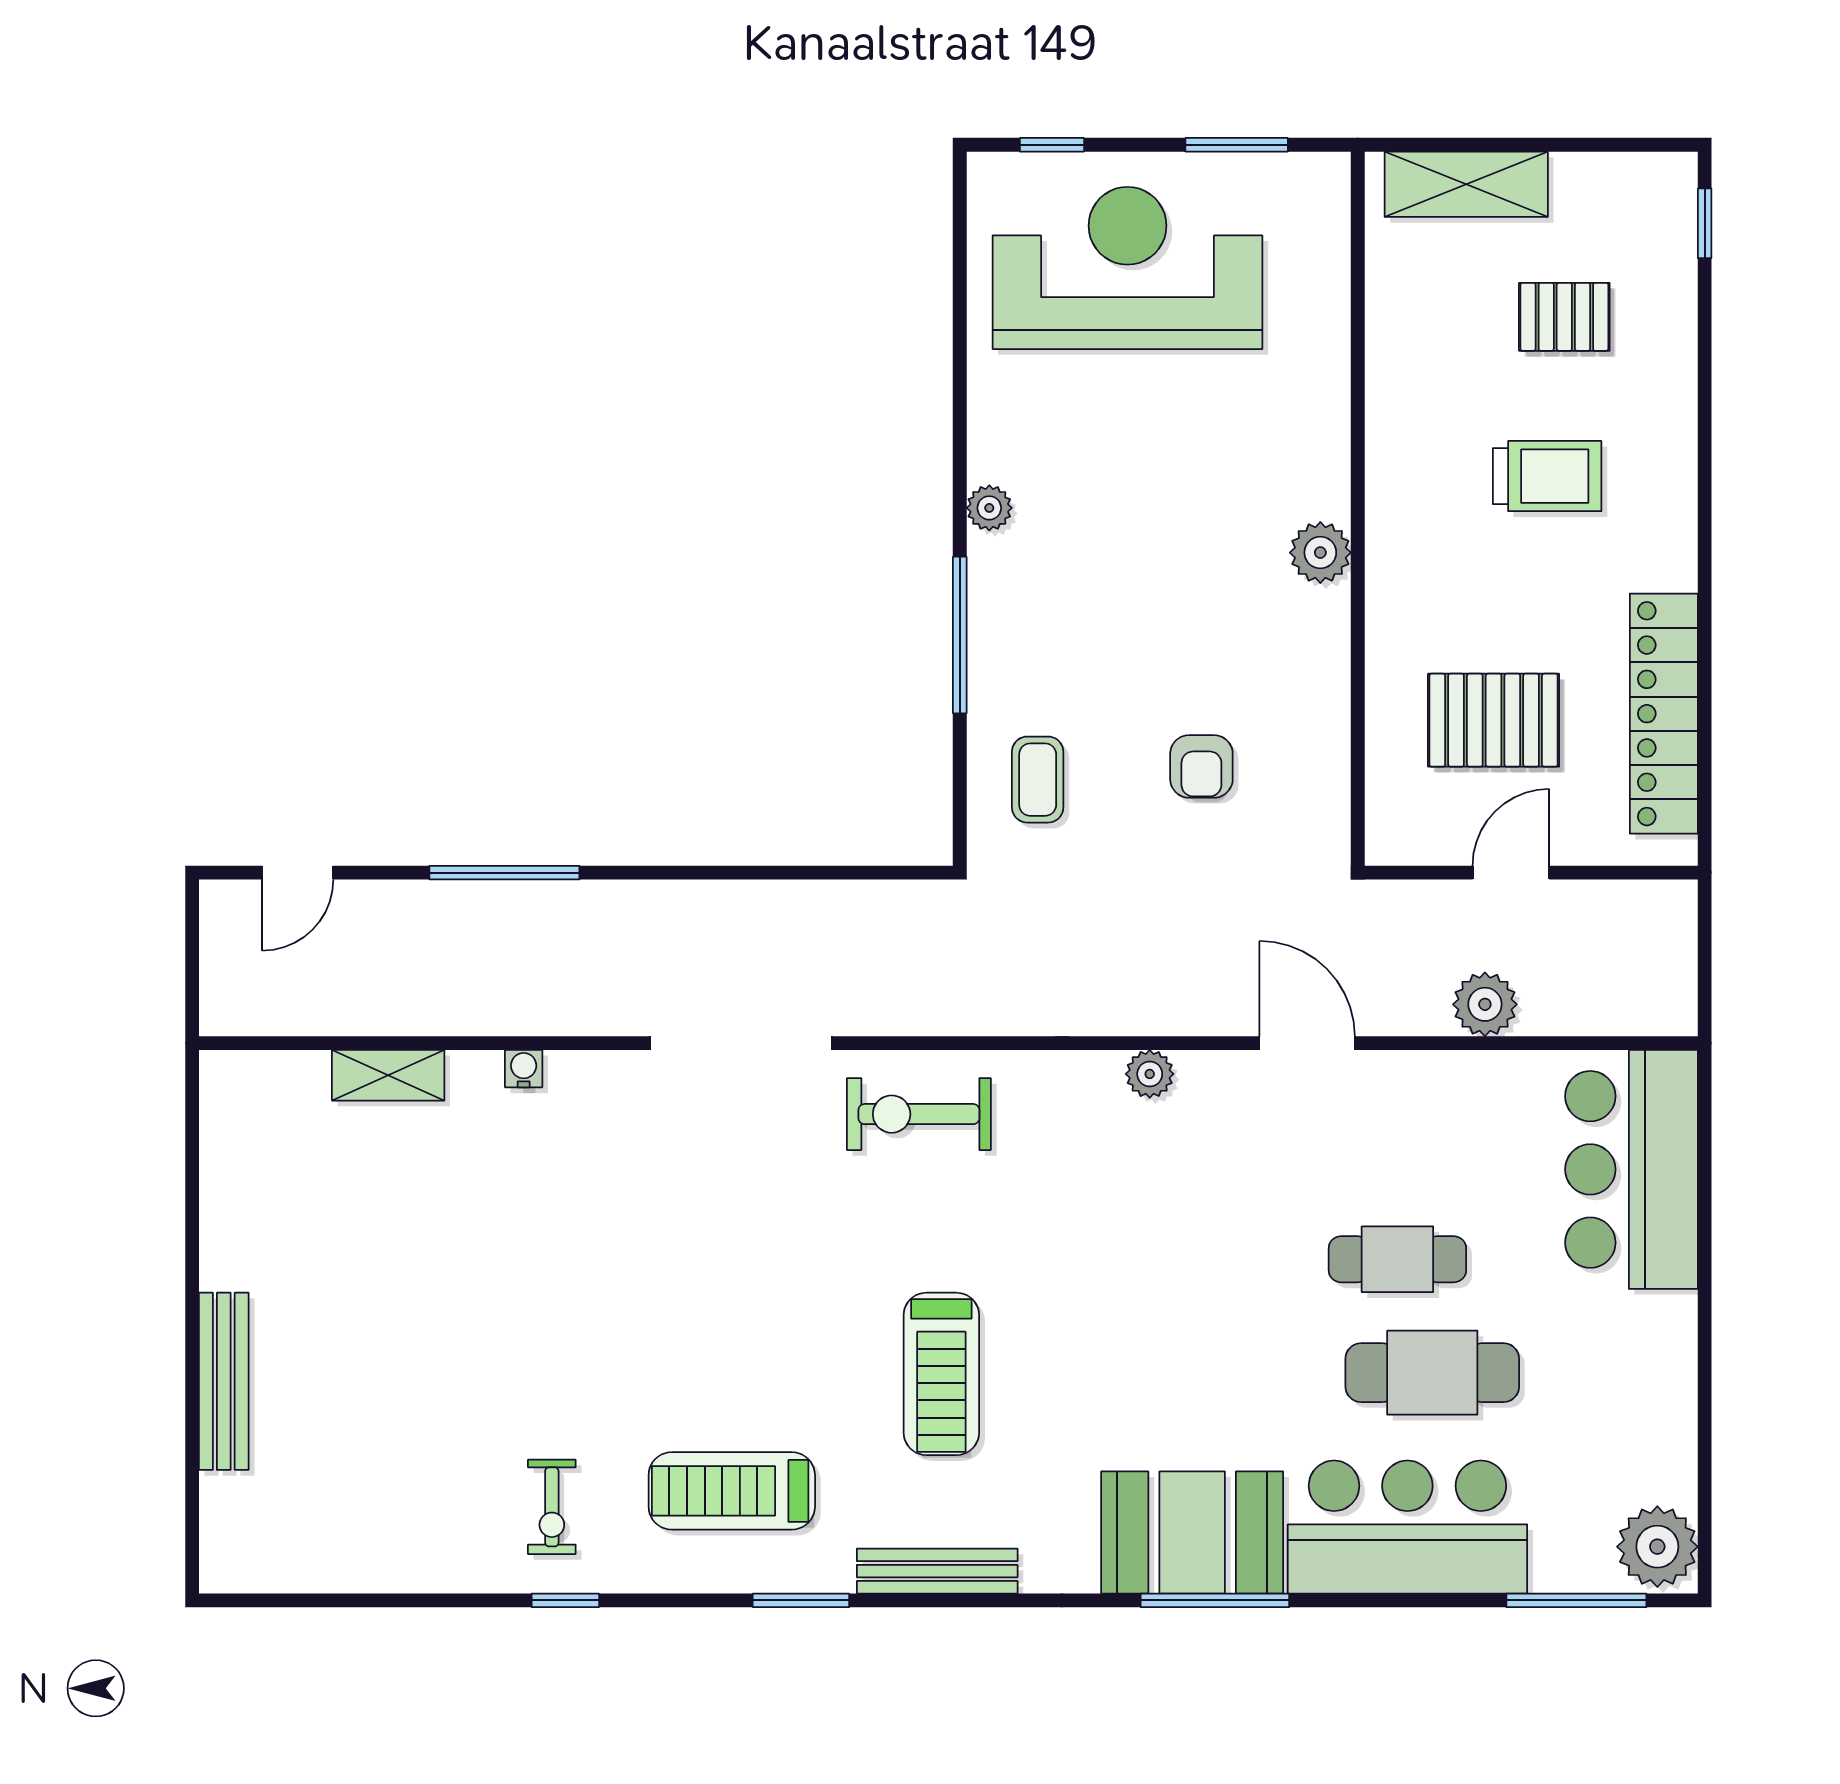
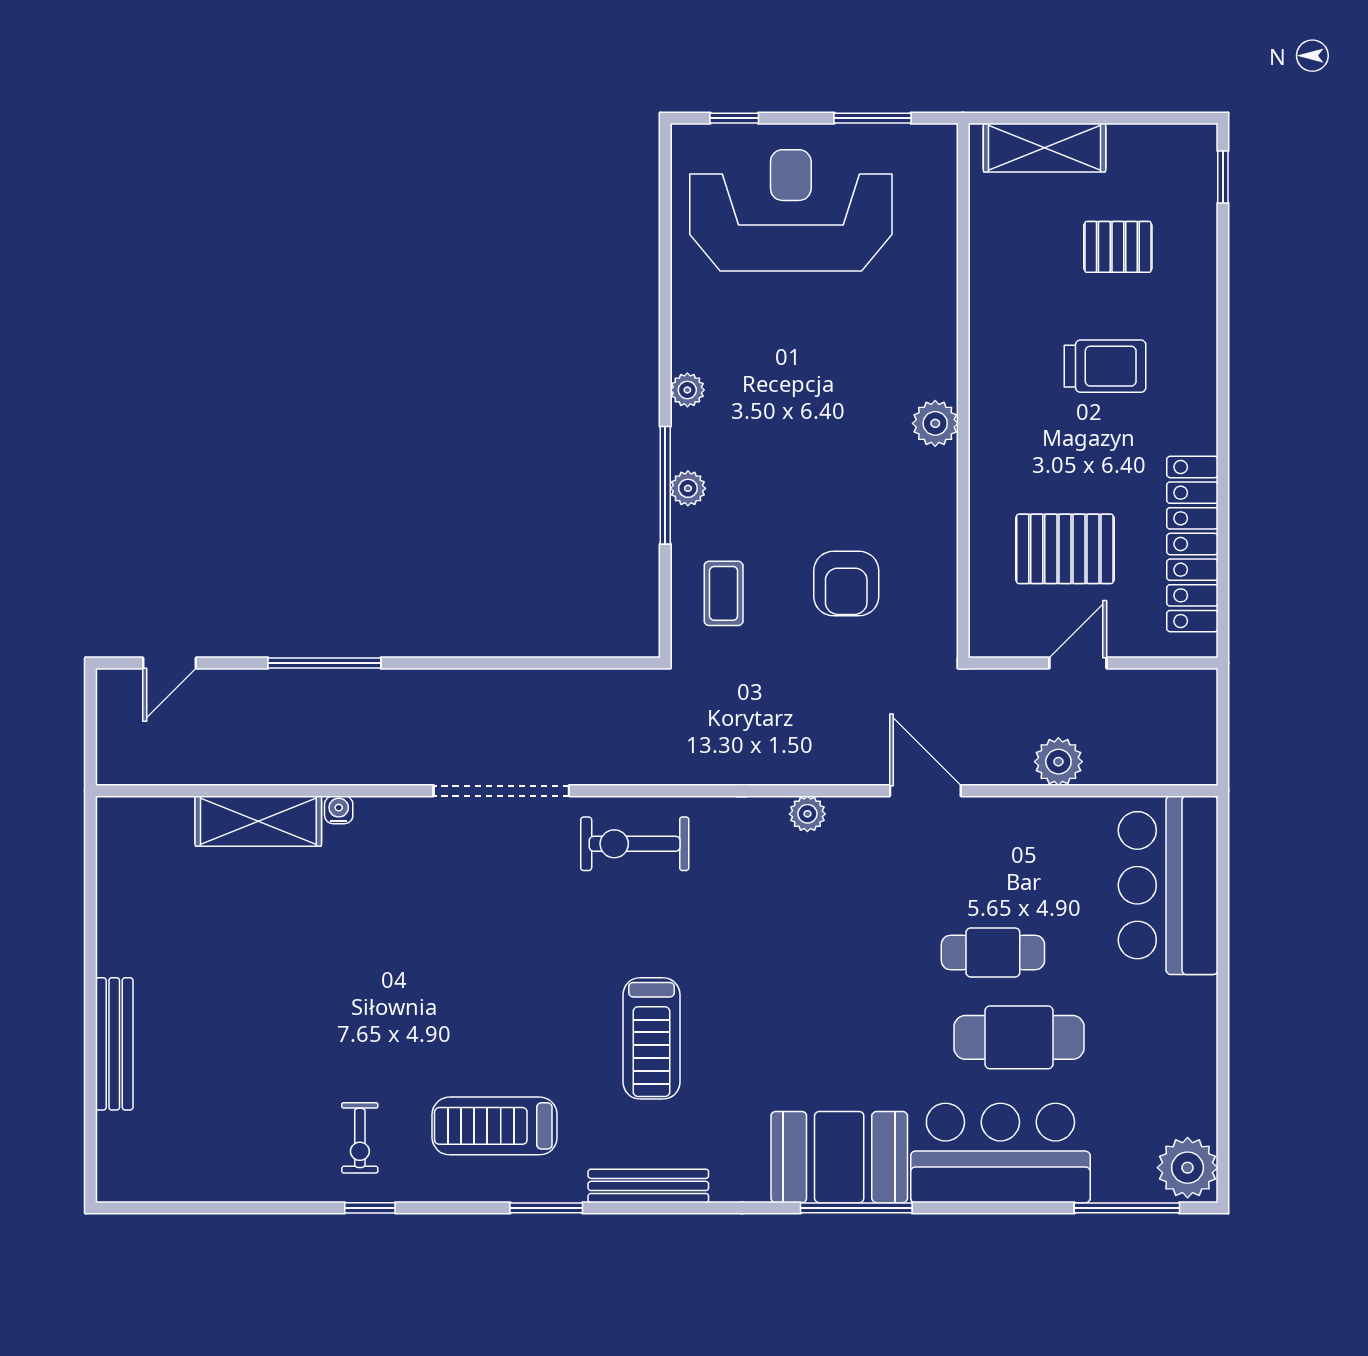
plant: (990, 639) -> (688, 488), added
armchair: (1201, 766) -> (846, 584), width x1.38, depth x1.38
shelving: (388, 1075) -> (258, 821), width x1.50, depth x1.33

